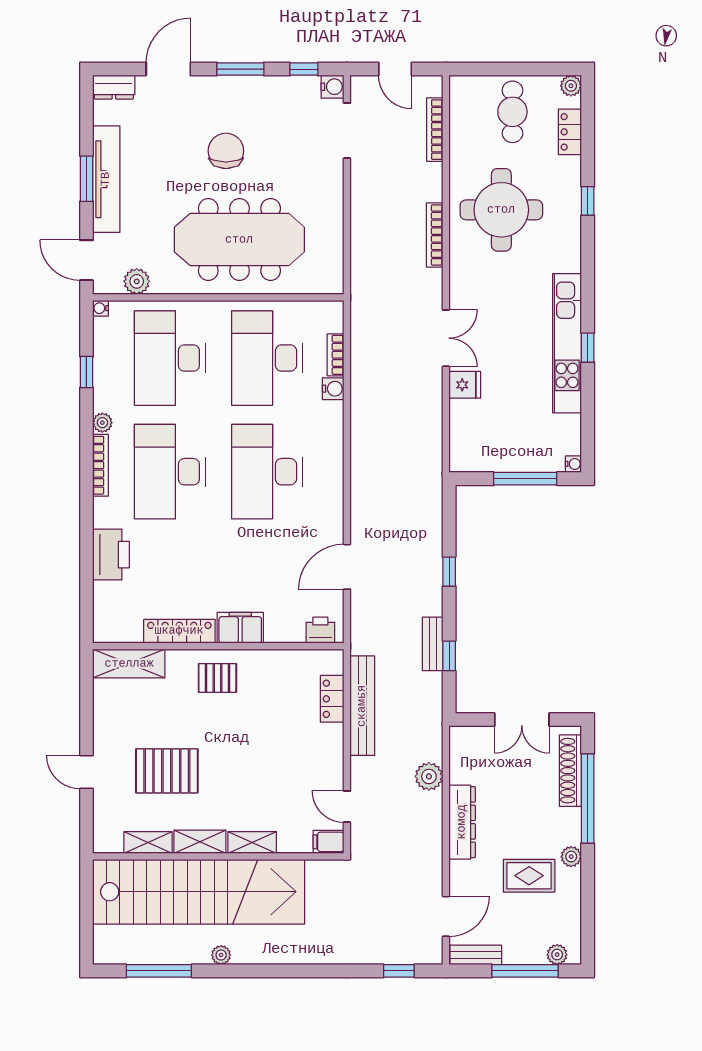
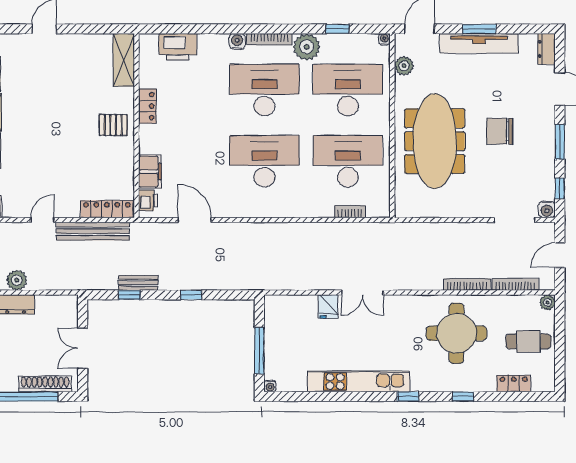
plant: (571, 86) -> (548, 302), moved
chair: (226, 151) -> (500, 131), turned 180
bookcase: (435, 235) -> (467, 284), moved
window: (588, 348) -> (408, 397), moved
water cooler: (333, 389) -> (237, 41), moved, turned 180
plant: (102, 423) -> (307, 47), width x1.88, depth x1.88
printer: (111, 555) -> (178, 47), moved
filing cabinet: (240, 628) -> (150, 172), moved
locker: (179, 631) -> (147, 106), width x0.66
pallet: (217, 678) -> (113, 125), turned 90
locker: (332, 699) -> (107, 209), width x1.53
pallet: (167, 771) -> (45, 88), removed
plant: (429, 776) -> (17, 280), moved
door: (347, 807) -> (42, 220), moved

